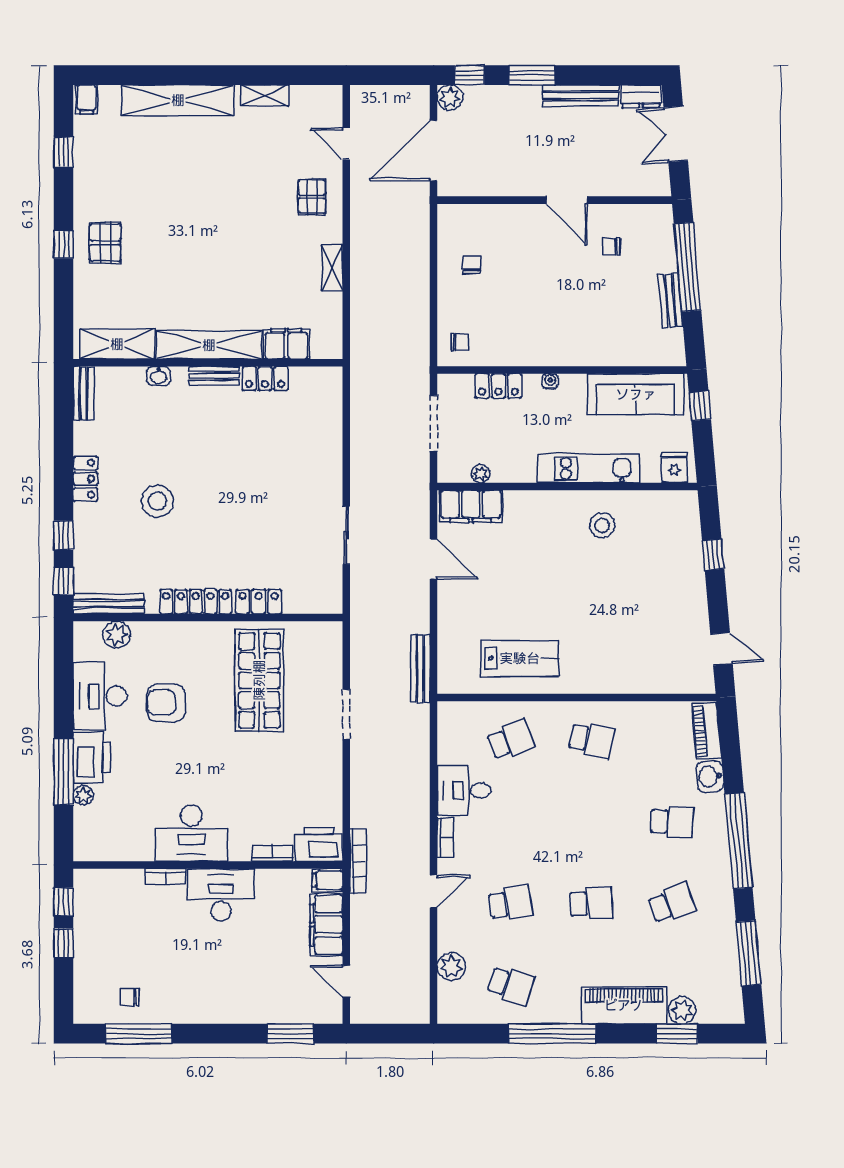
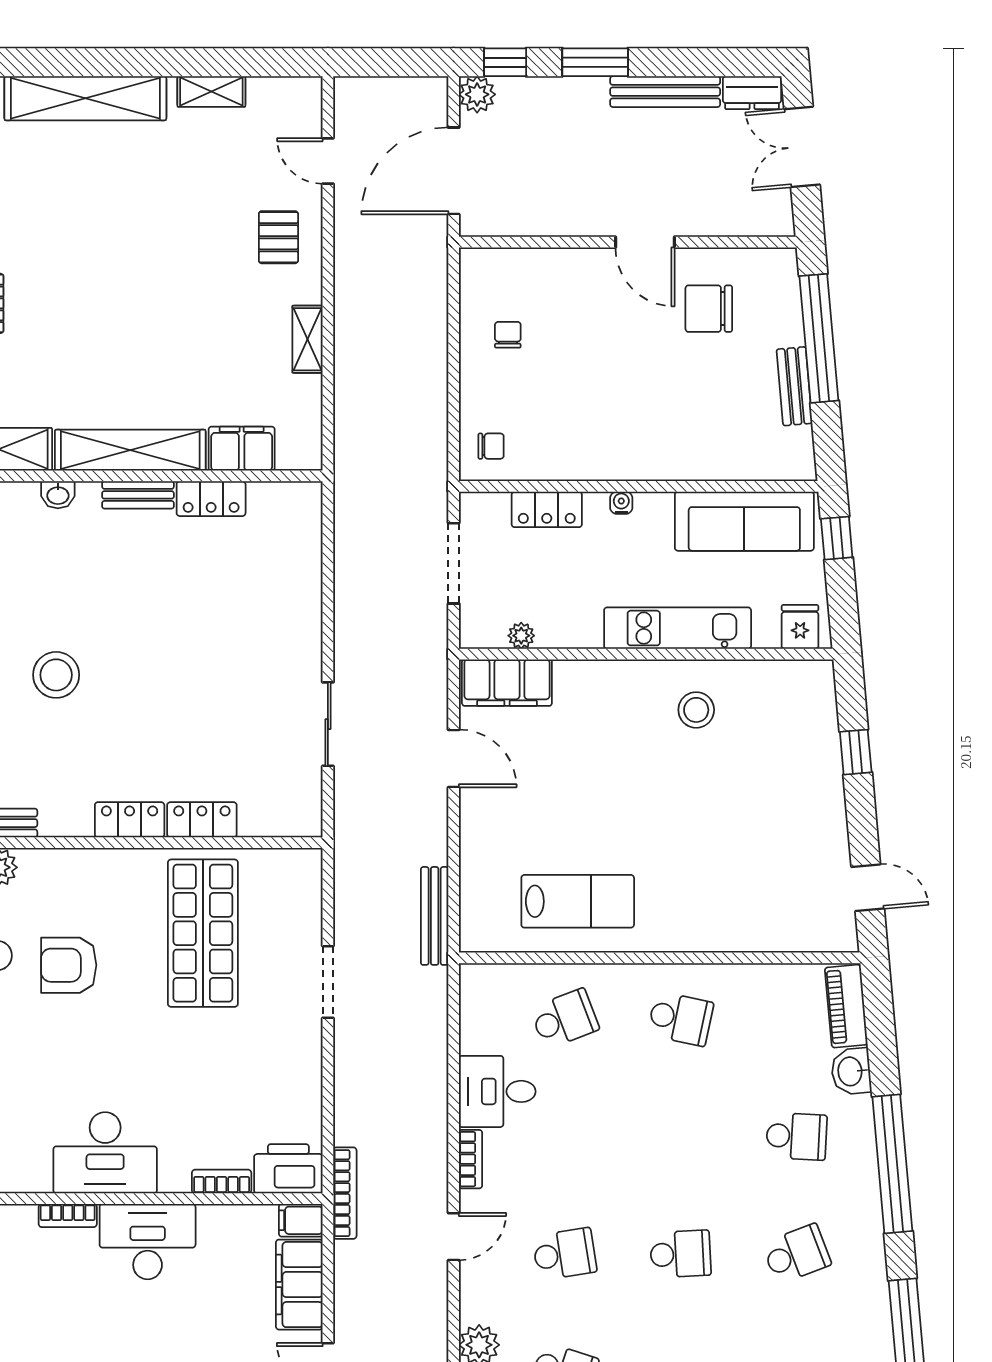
chair: (611, 246) -> (709, 309), width x1.87, depth x1.87
locker: (196, 602) -> (130, 820), width x0.66

